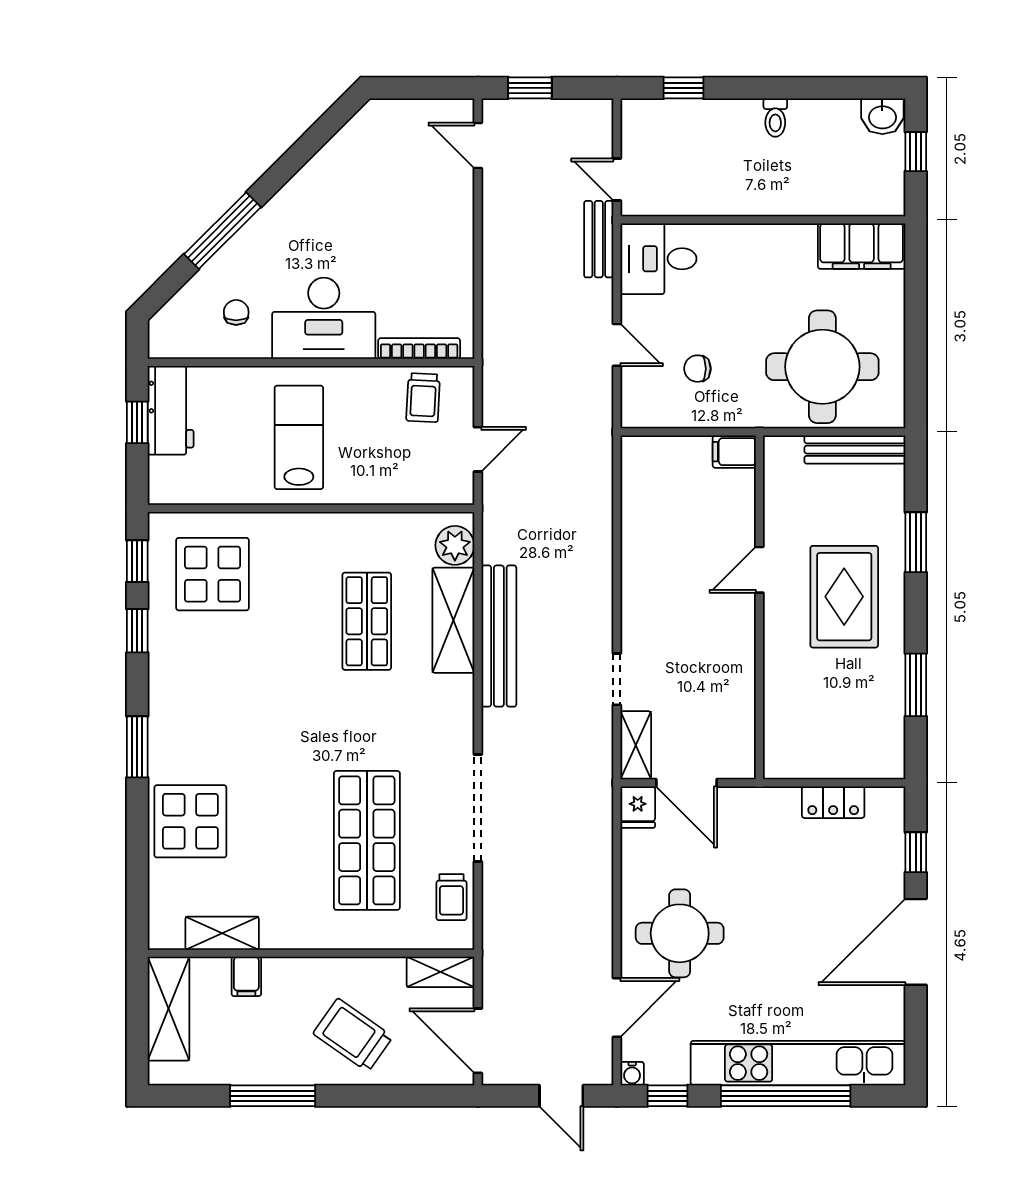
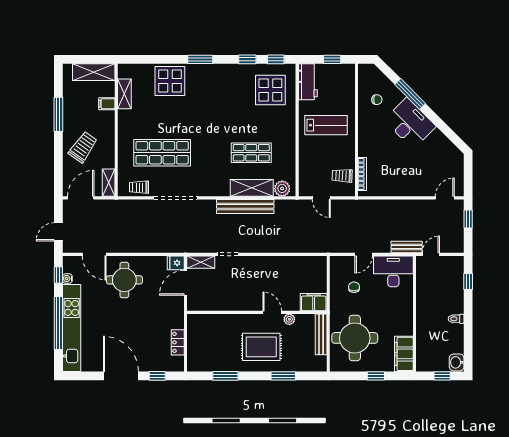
desk: (658, 259) -> (393, 271), width x1.37
window: (916, 315) -> (376, 376), added
desk: (324, 318) -> (410, 123), moved, turned 135
workbench: (171, 410) -> (308, 82), moved, turned -90
bench: (855, 450) -> (321, 334), moved
filing cabinet: (734, 452) -> (314, 302), width x2.00
plant: (776, 528) -> (289, 319), added
water cooler: (632, 1074) -> (67, 279), moved

